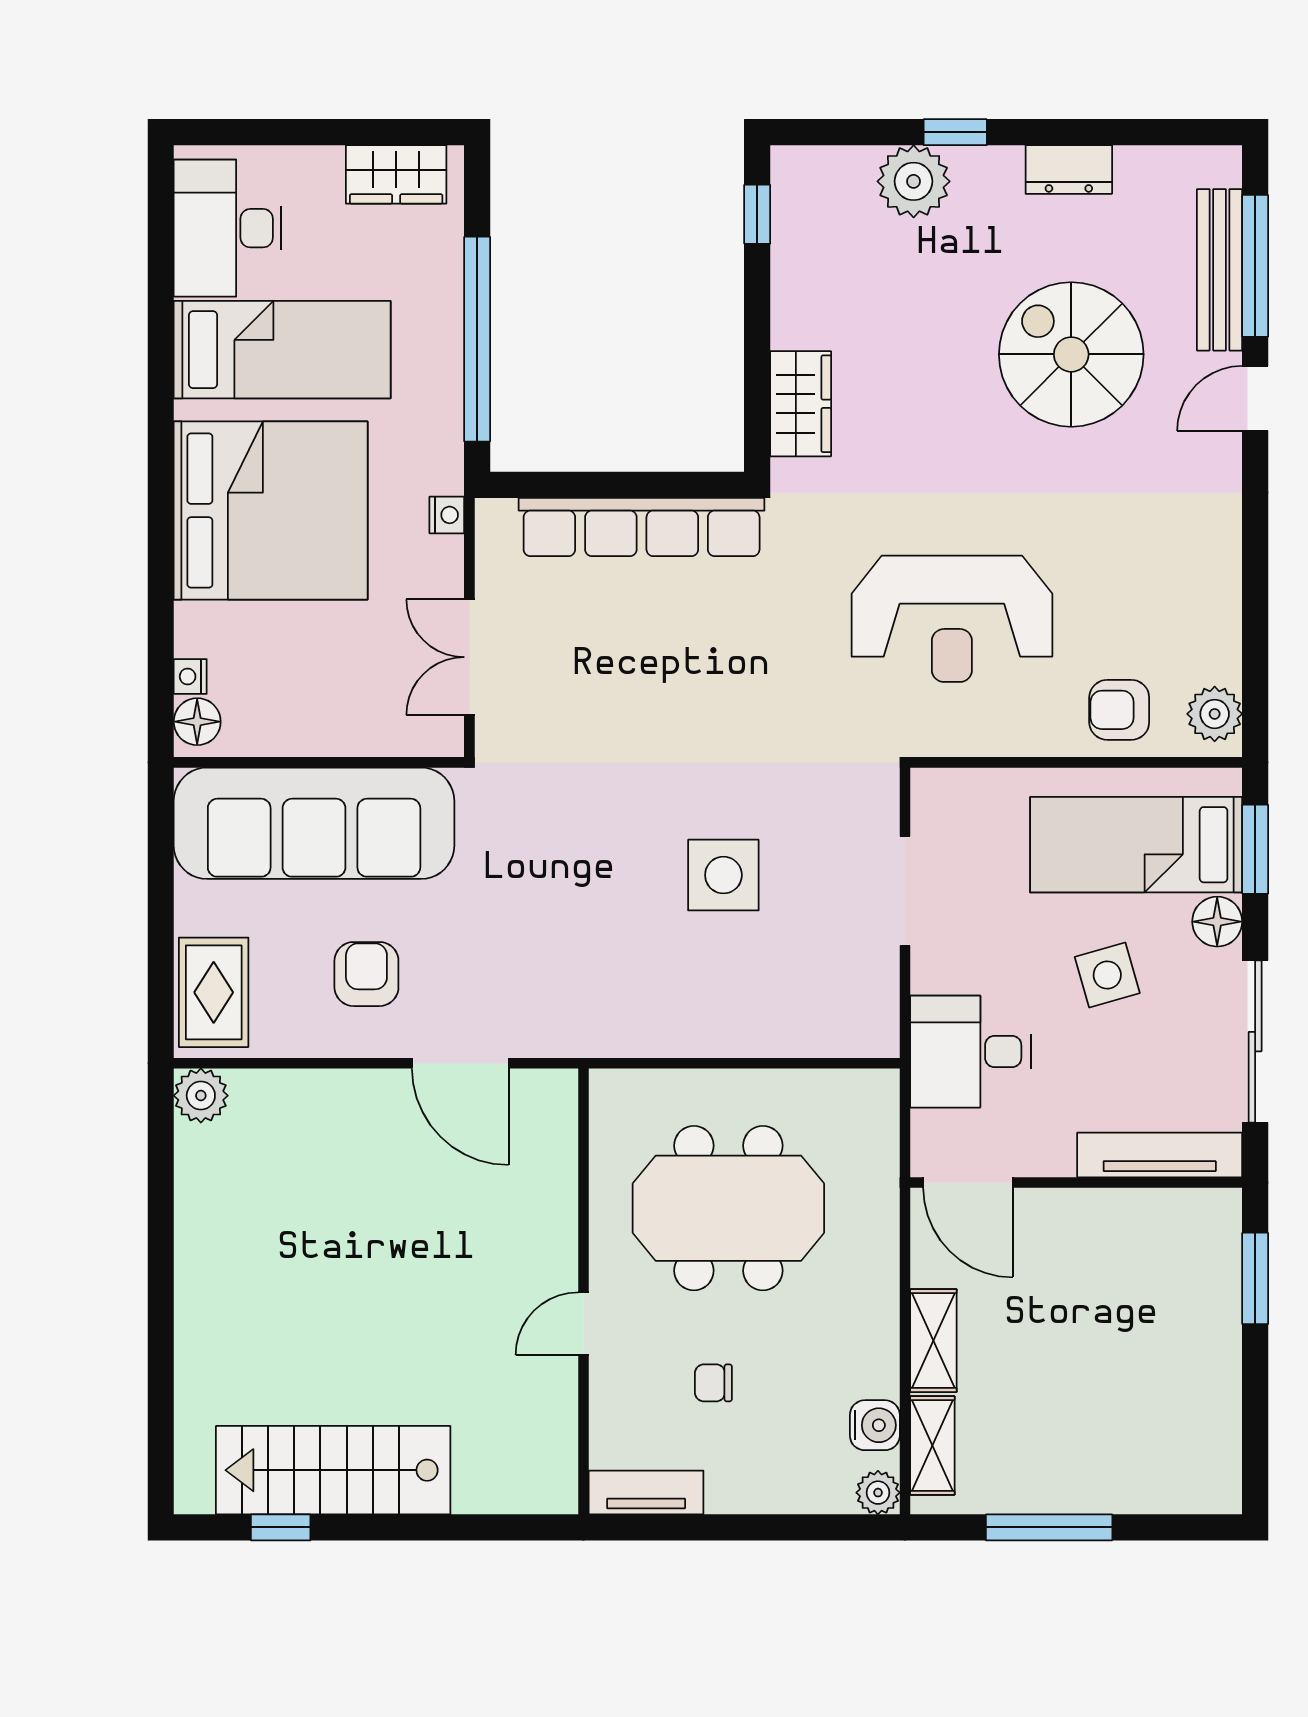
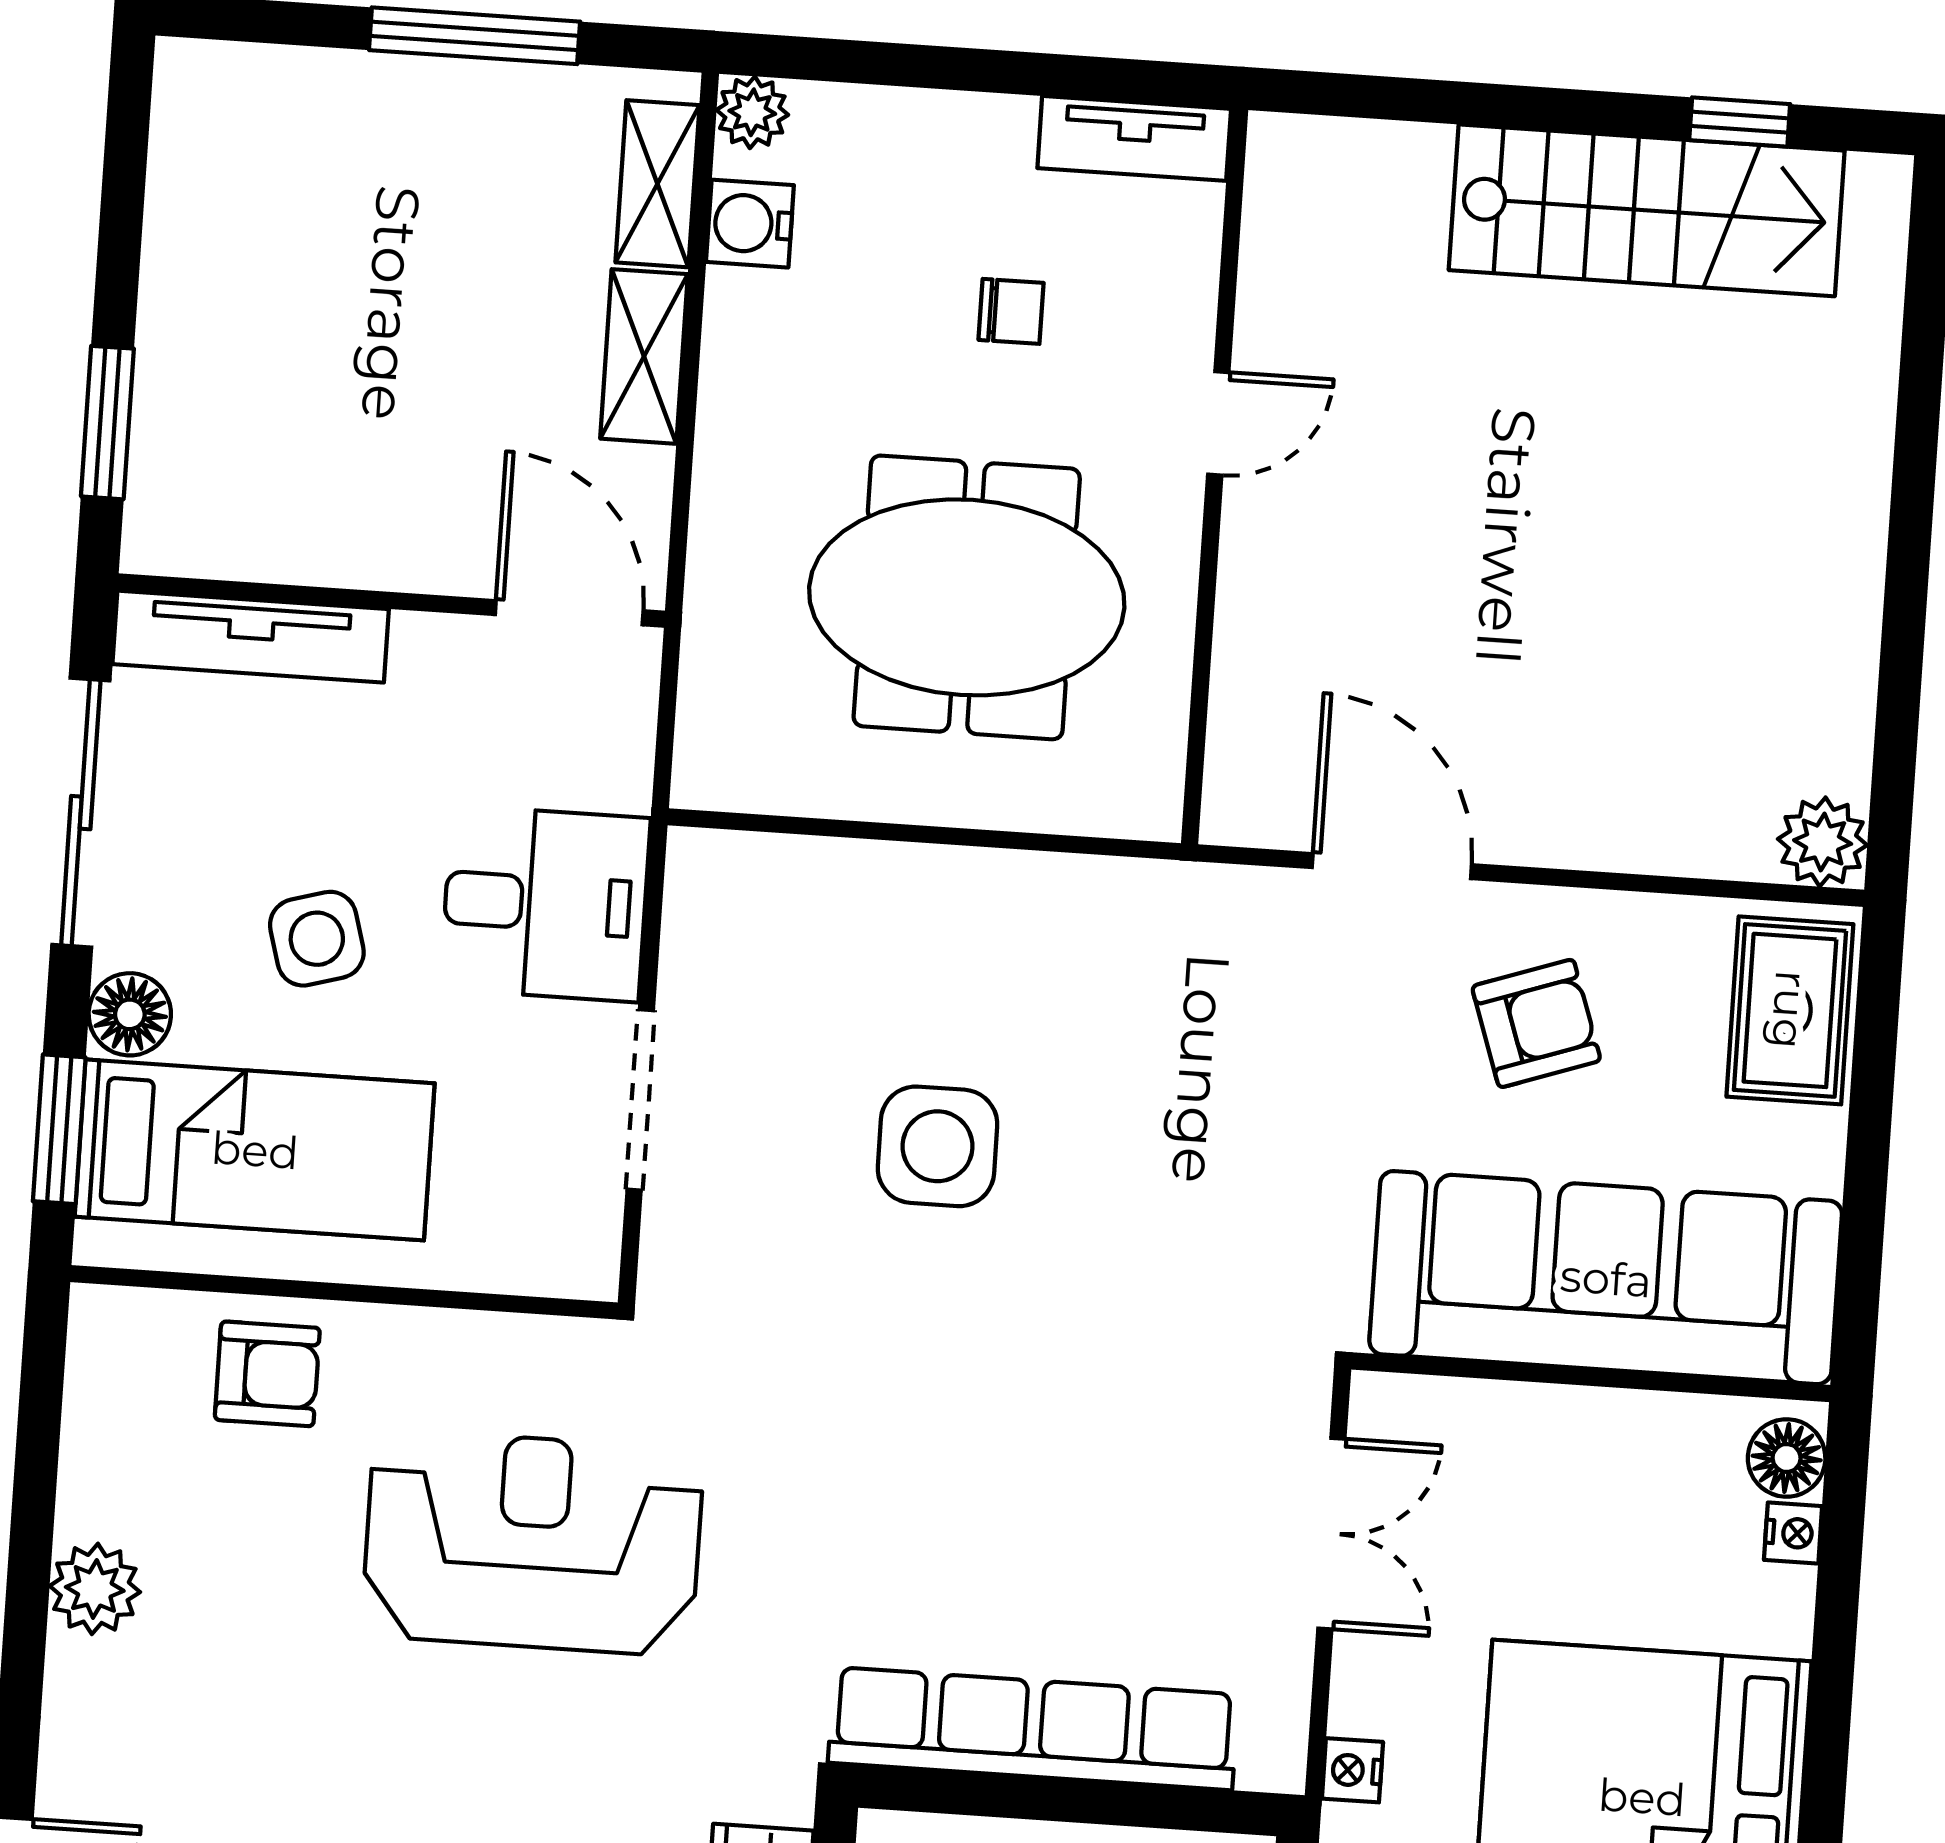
plant: (1215, 714) -> (95, 1589), moved
armchair: (366, 974) -> (1536, 1023), turned -109
desk: (971, 1052) -> (545, 904), moved

